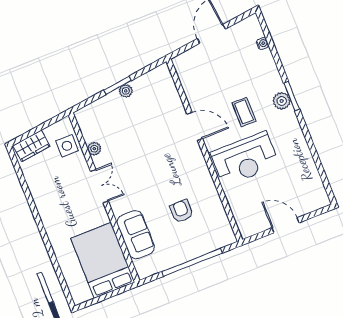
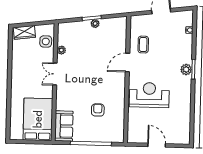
coffee table: (244, 112) -> (143, 45), moved
door: (195, 126) -> (127, 62), swing flipped
reception desk: (245, 159) -> (149, 95), turned 180
double door: (99, 186) -> (55, 74), swing flipped
sofa: (136, 235) -> (64, 126), moved

